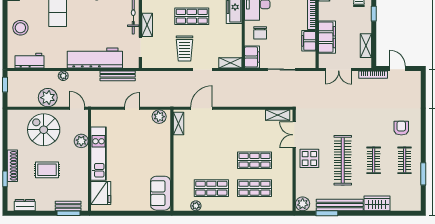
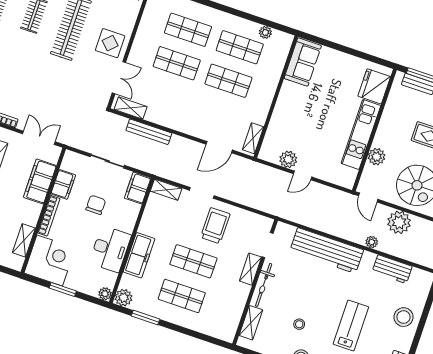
chair: (260, 33) -> (96, 205), moved
workbench: (29, 61) -> (392, 269), moved
bench: (118, 76) -> (149, 132), moved
plant: (159, 117) -> (288, 159), moved
shop shelf: (211, 160) -> (228, 81), added

